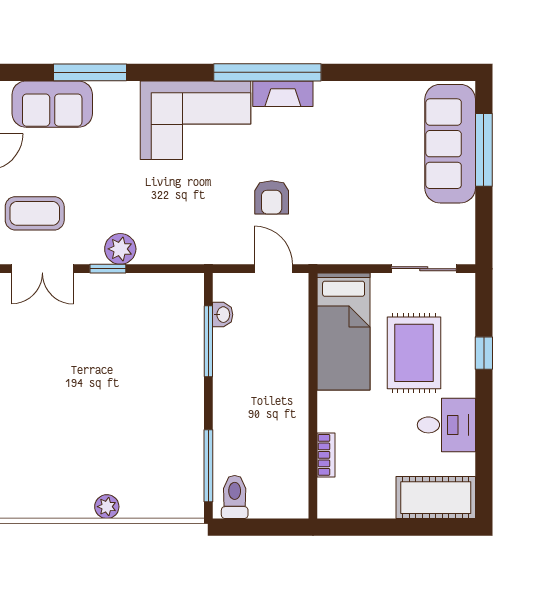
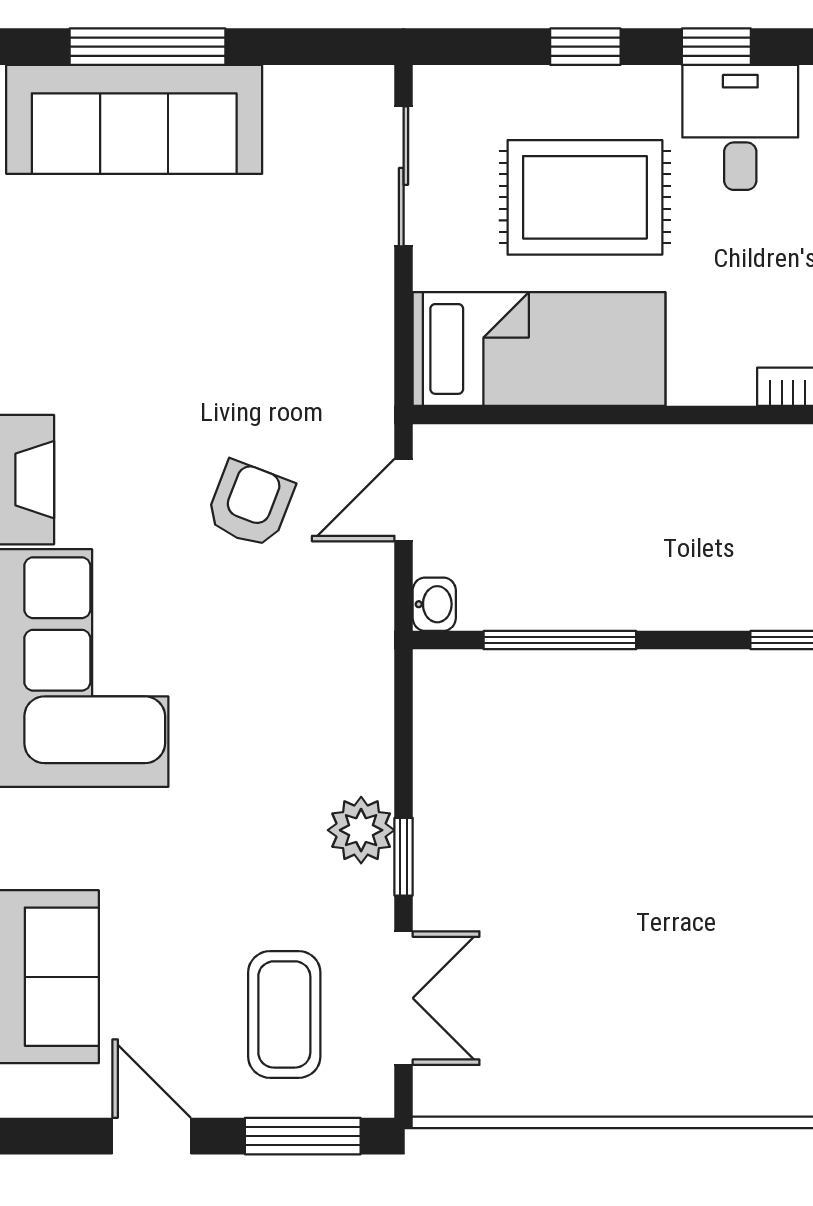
armchair: (272, 197) -> (250, 504), turned -69
washbasin: (223, 315) -> (434, 604), moved, turned 90
window: (484, 414) -> (716, 47), added

